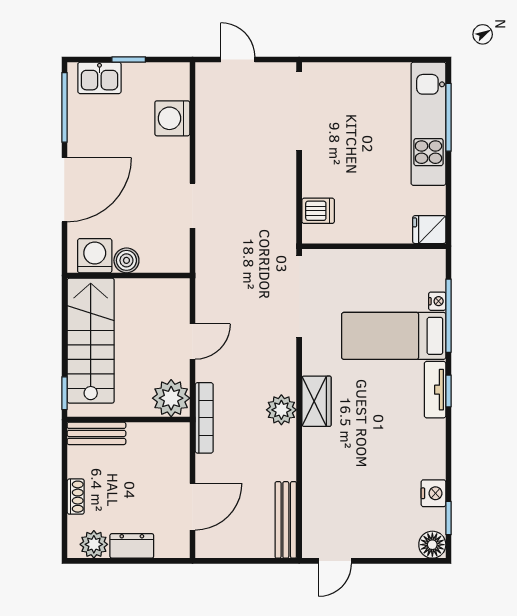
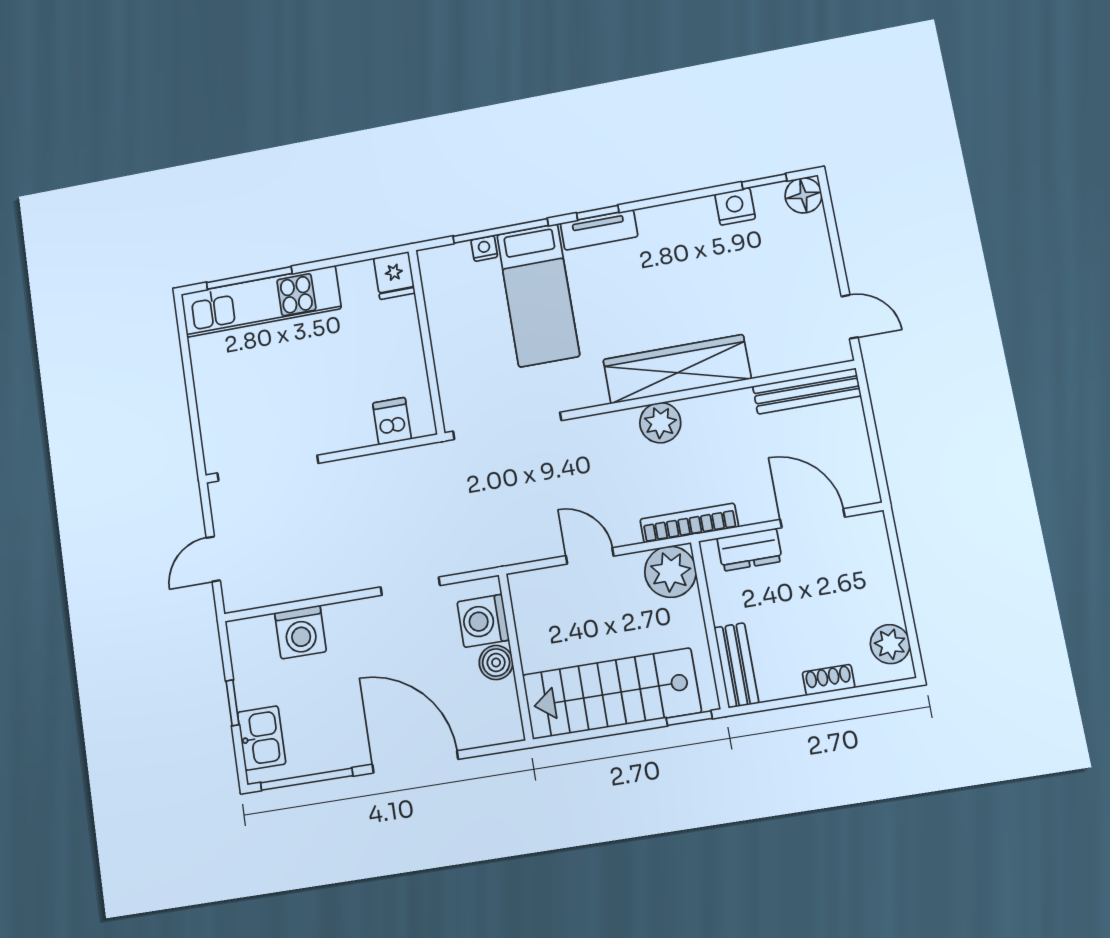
washing machine: (95, 256) -> (483, 621), moved
wardrobe: (316, 401) -> (677, 369), width x2.10, depth x1.17
dresser: (132, 546) -> (749, 550), moved, turned -90

